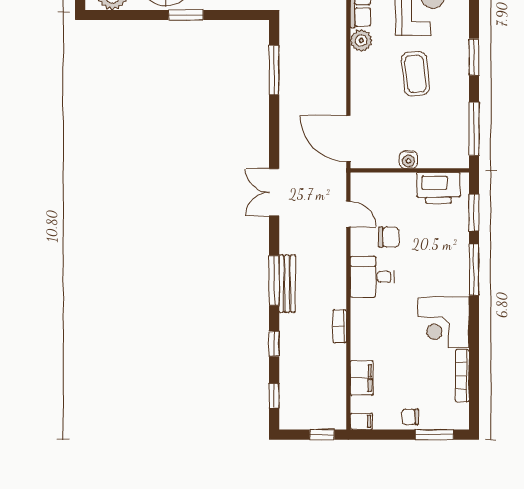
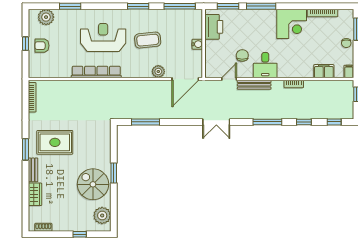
plant: (361, 40) -> (158, 71), moved
bench: (287, 284) -> (254, 85), moved

